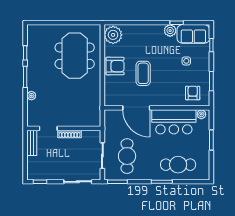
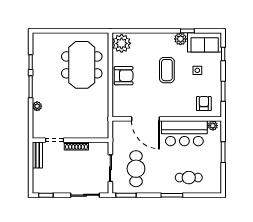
coffee table: (143, 73) -> (167, 70), moved
cafe table: (178, 165) -> (189, 178), width x0.73, depth x0.74

